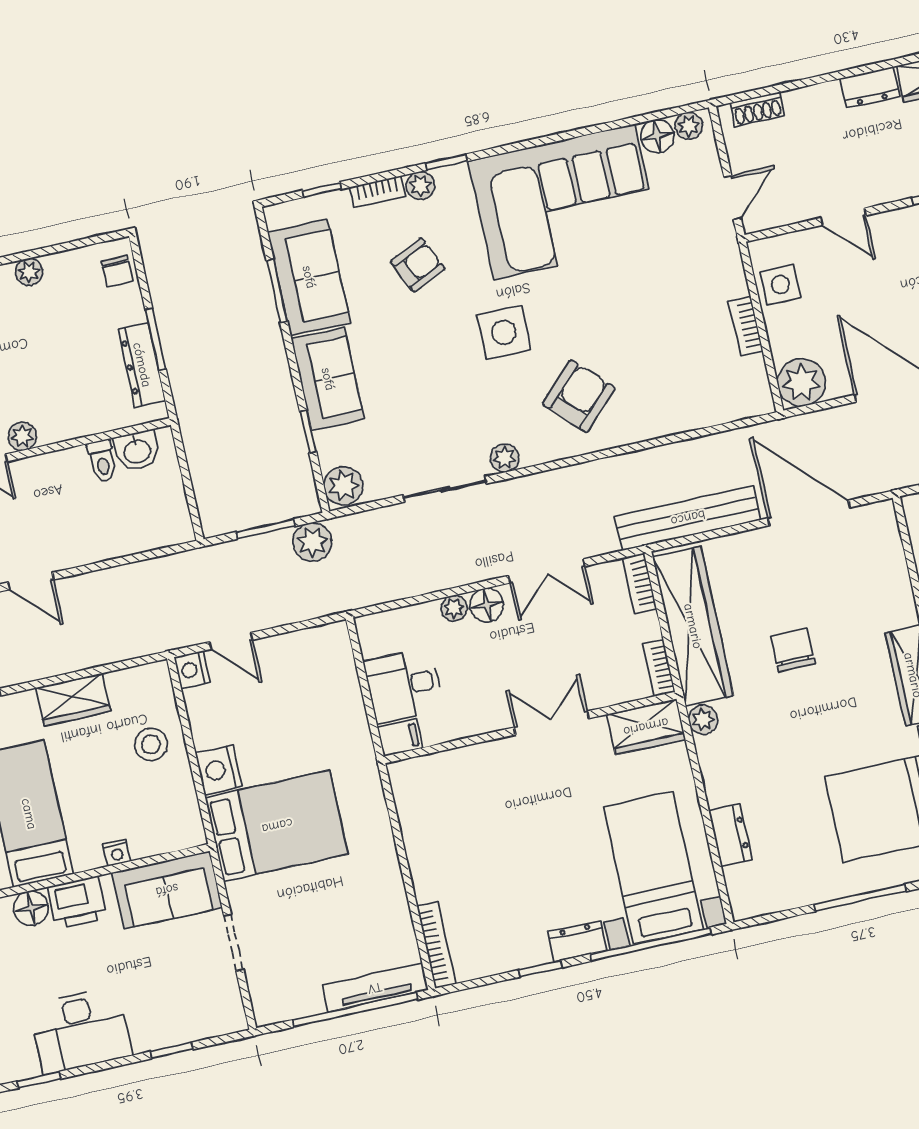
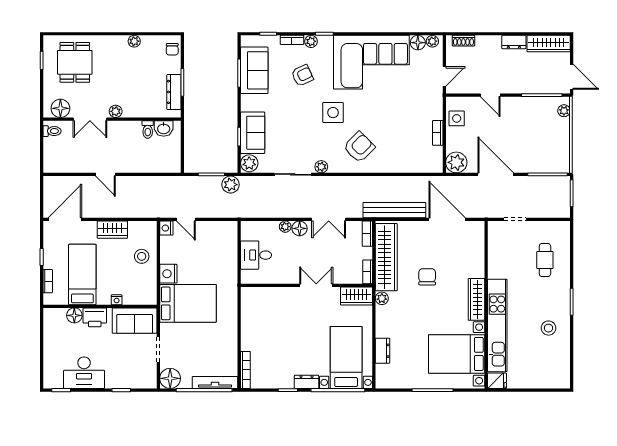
sofa: (328, 379) -> (253, 133), moved
filing cabinet: (400, 738) -> (250, 277), removed
floor lamp: (274, 1001) -> (170, 378), added

